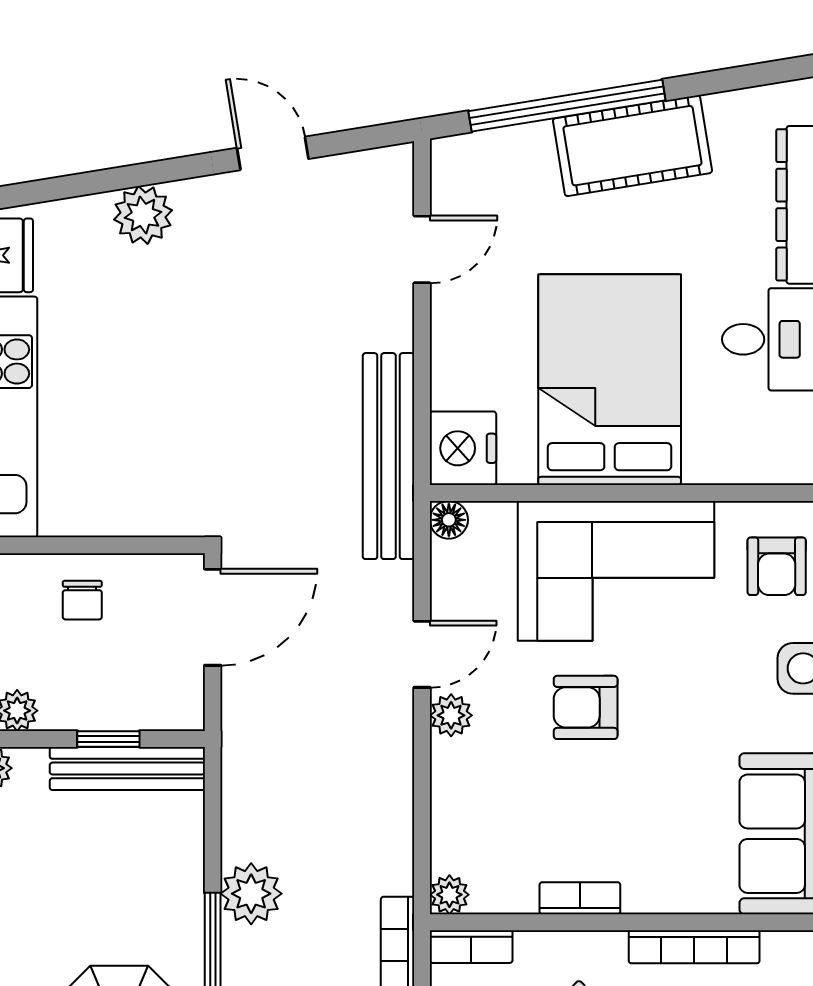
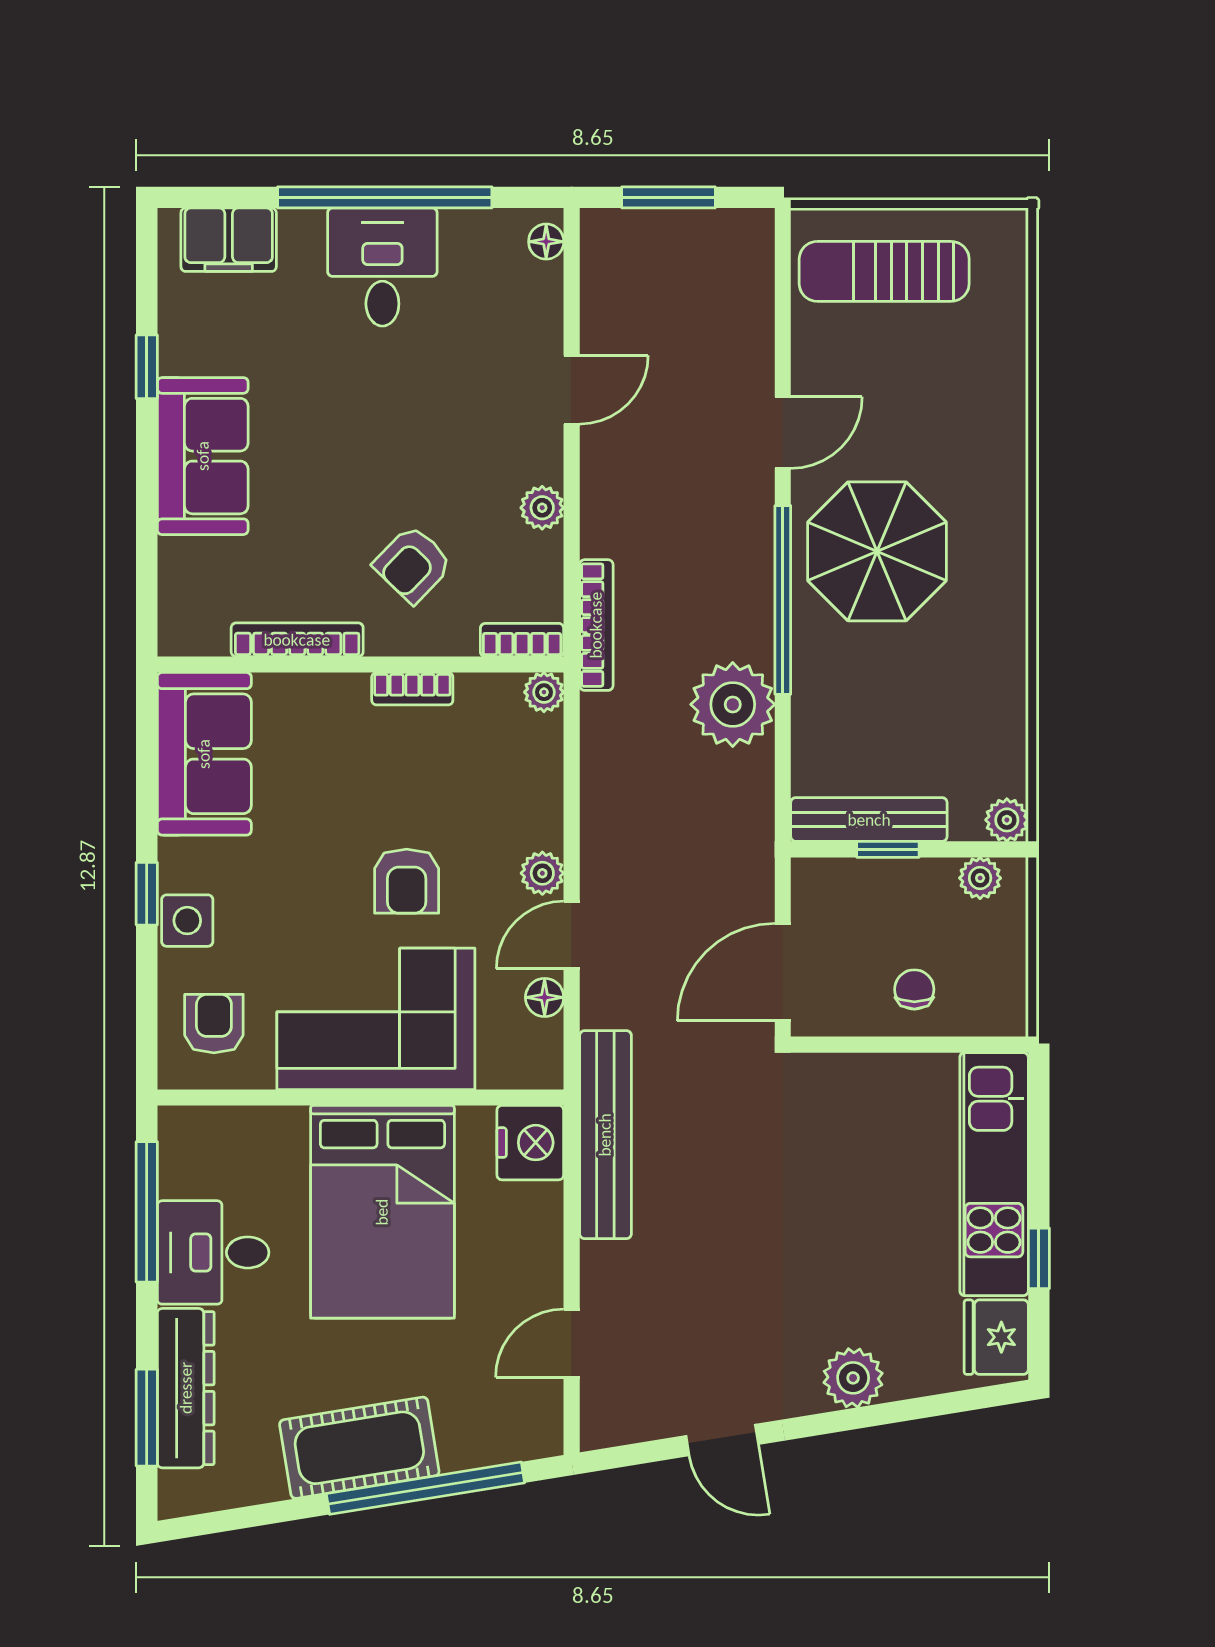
floor lamp: (449, 520) -> (545, 997), moved
armchair: (586, 707) -> (407, 881), turned 90
plant: (251, 894) -> (733, 704), width x1.36, depth x1.36

